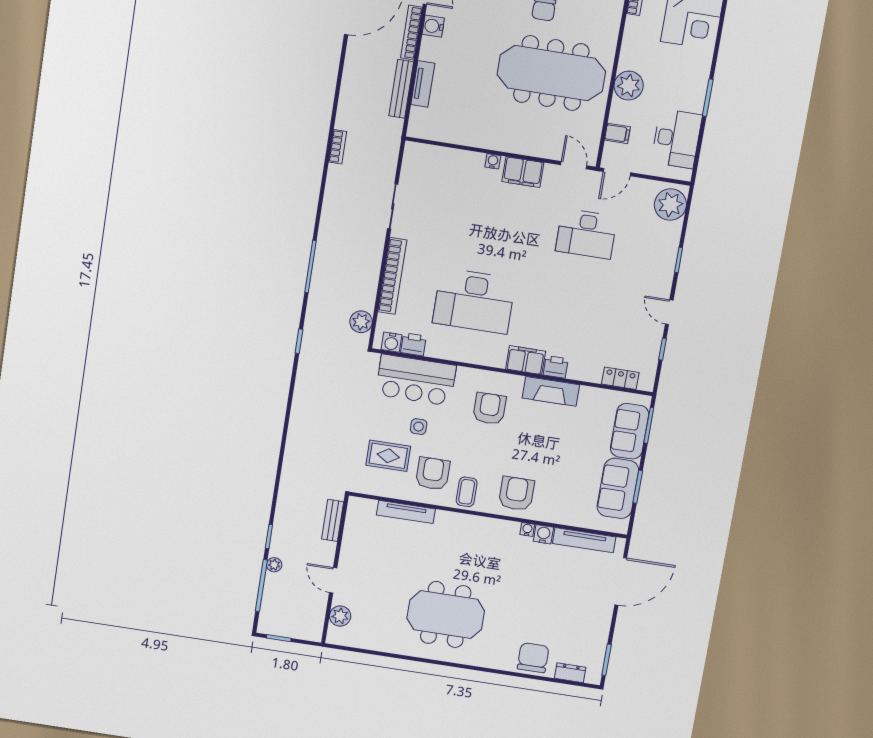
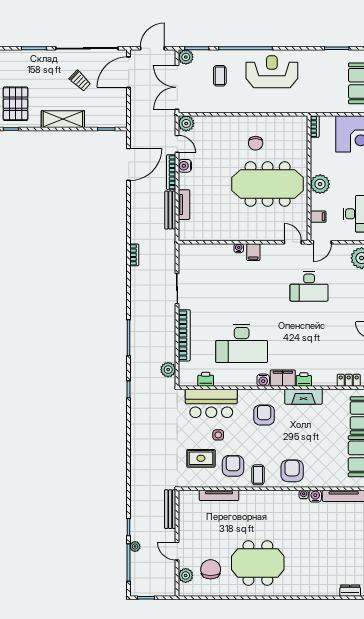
filing cabinet: (523, 172) -> (253, 252), width x0.50
water cooler: (391, 342) -> (263, 380), moved
bench: (333, 520) -> (170, 509), width x1.36
chair: (533, 658) -> (211, 569), moved

